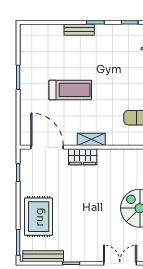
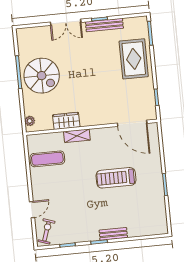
shelving: (91, 139) -> (77, 136), moved
wardrobe: (83, 157) -> (66, 121), moved
bench: (43, 256) -> (104, 25), moved
double door: (120, 263) -> (66, 22), moved

